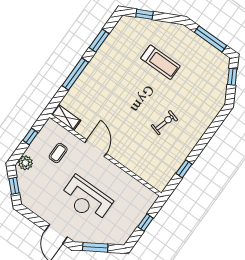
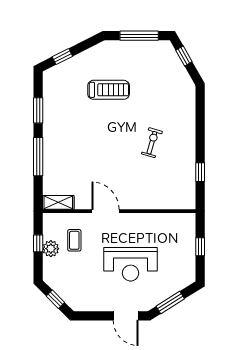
plant: (25, 163) -> (51, 249), moved

